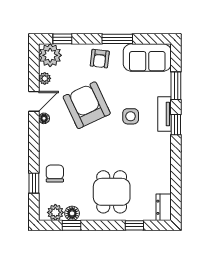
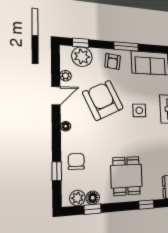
plant: (50, 55) -> (82, 57), moved
floor lamp: (44, 118) -> (66, 126), moved

